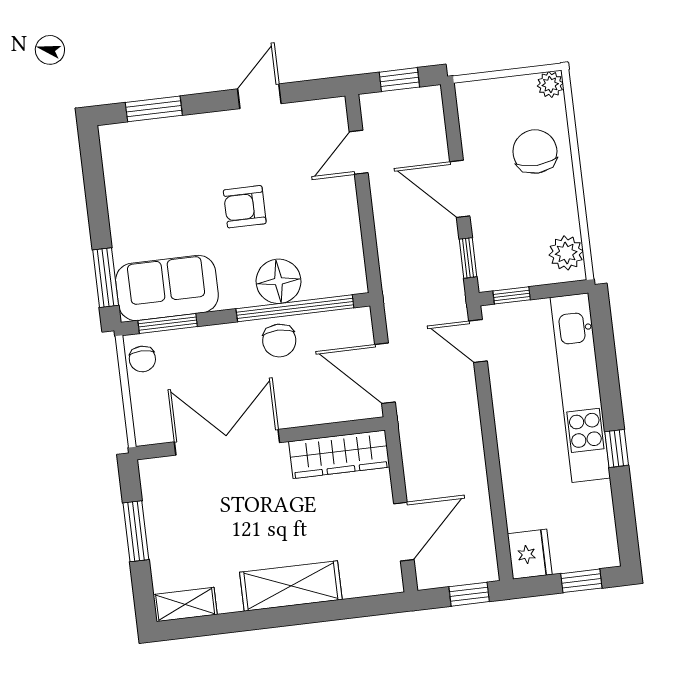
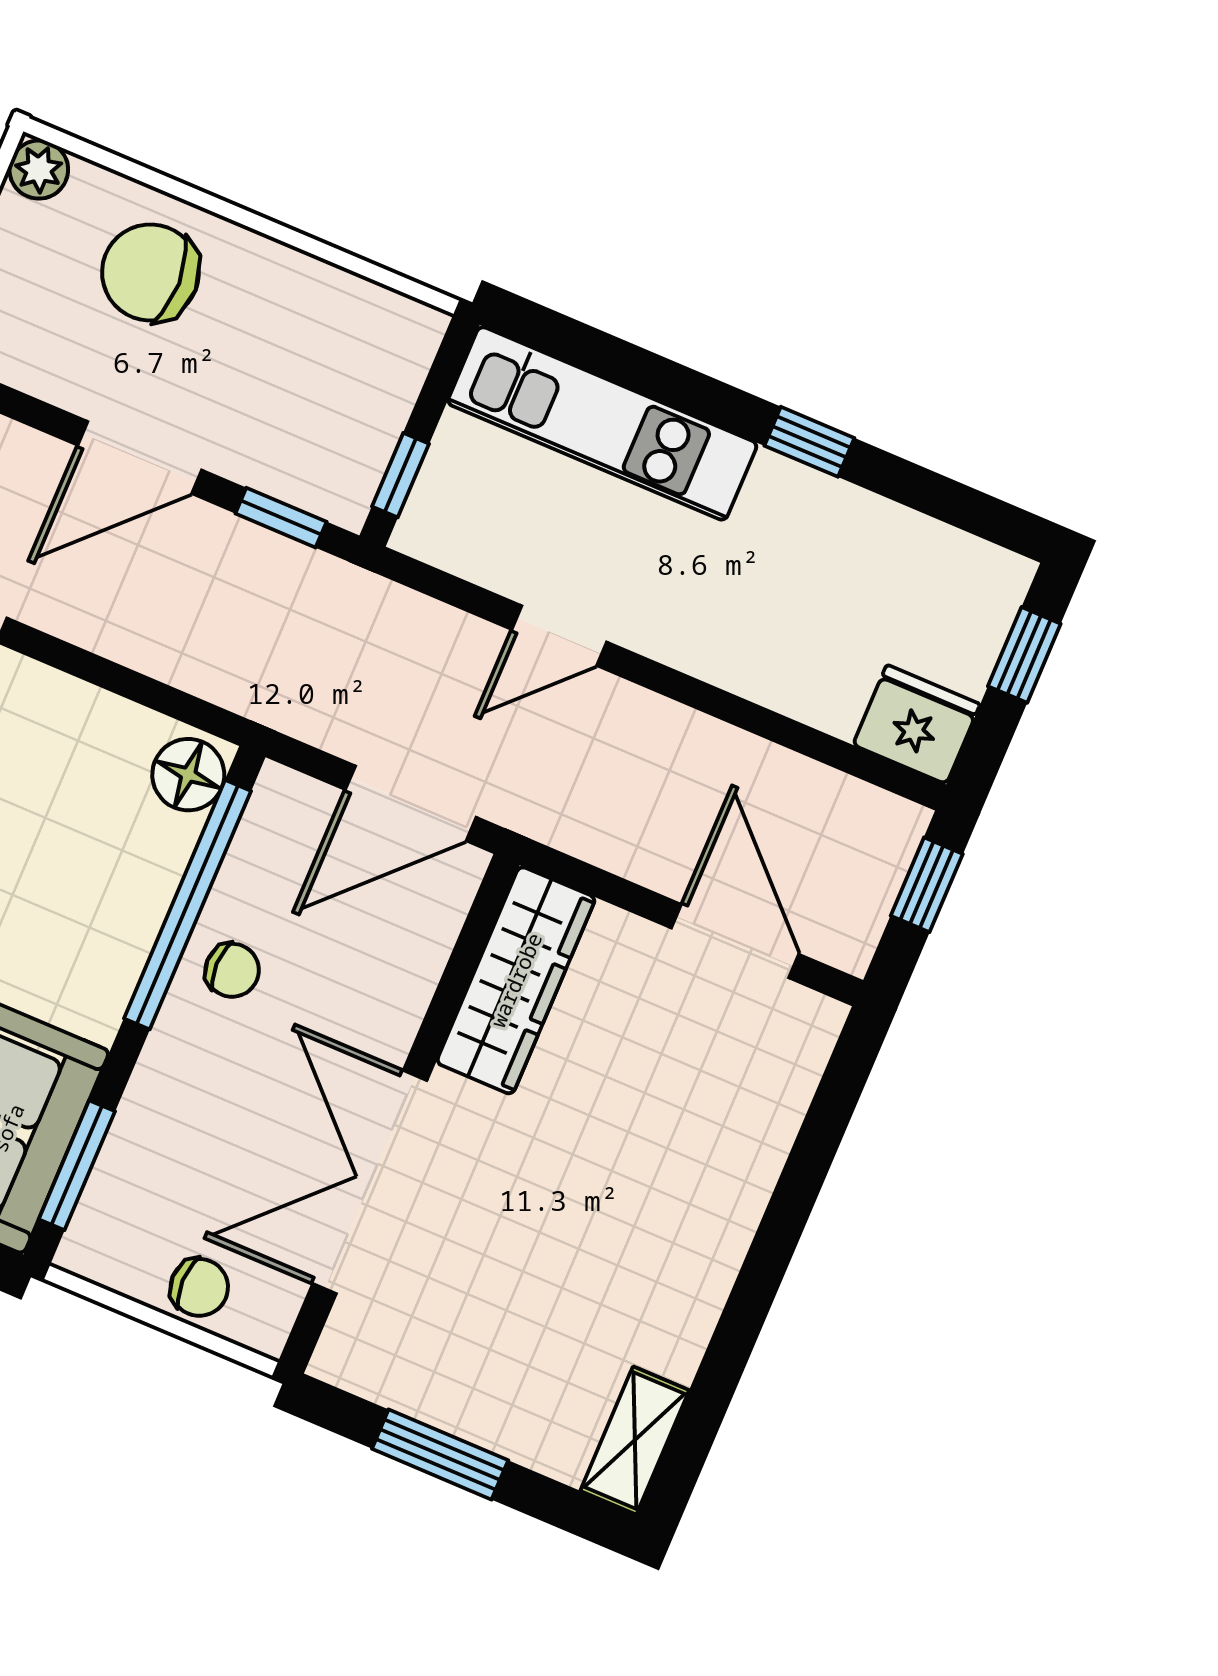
plant: (566, 253) -> (379, 324), removed
floor lamp: (279, 281) -> (188, 775), moved, width x0.73, depth x0.73
chair: (279, 341) -> (232, 970), width x0.73, depth x0.73
door: (478, 341) -> (559, 636), moved
chair: (142, 359) -> (199, 1287), moved
kitchen unit: (580, 388) -> (602, 423), width x0.73
shelving: (291, 586) -> (715, 1218), removed

